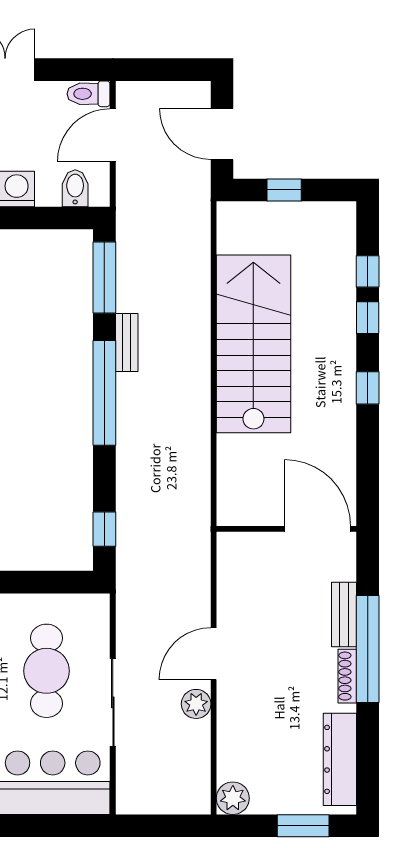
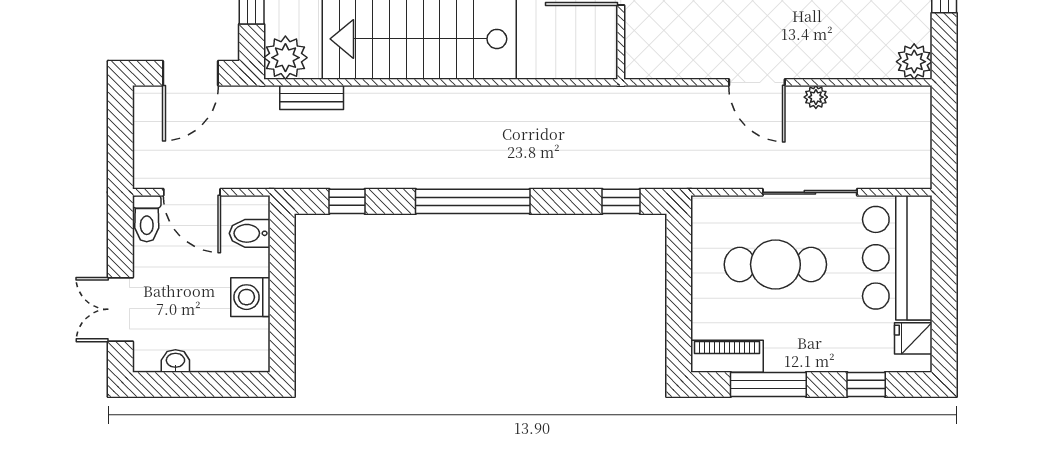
plant: (236, 221) -> (285, 58), added
window: (104, 278) -> (347, 201), width x0.46
bench: (127, 342) -> (312, 98), moved
plant: (196, 704) -> (816, 97), width x0.73, depth x0.73

